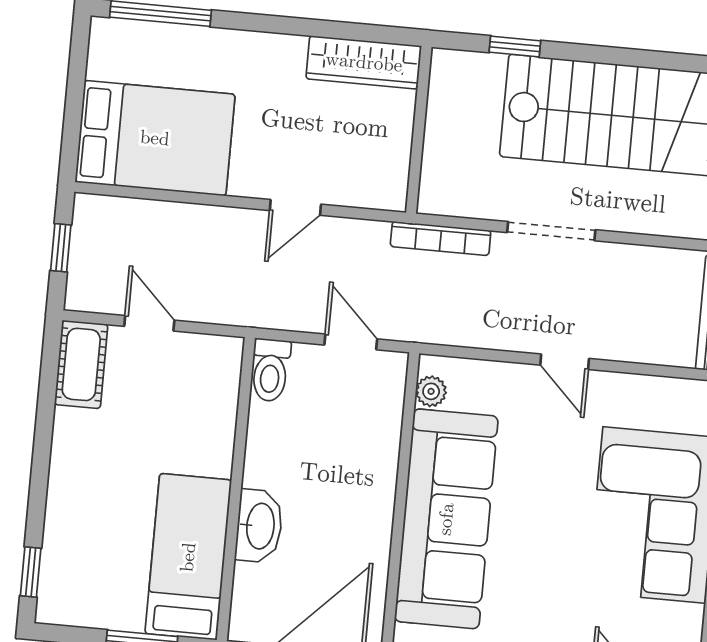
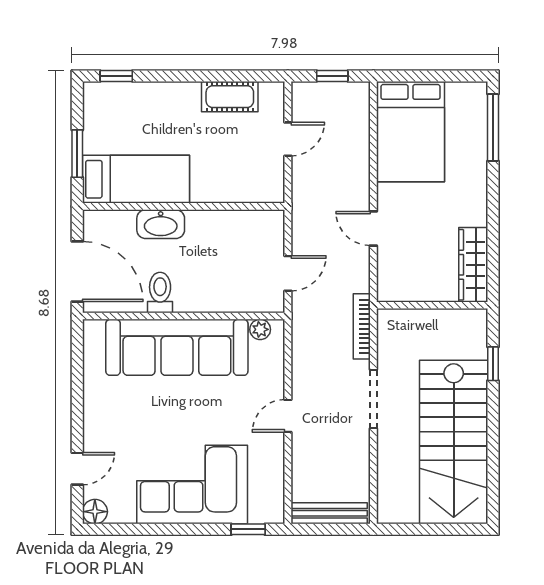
cot: (81, 364) -> (230, 97), moved
toilet: (270, 370) -> (160, 292), moved, turned 90

